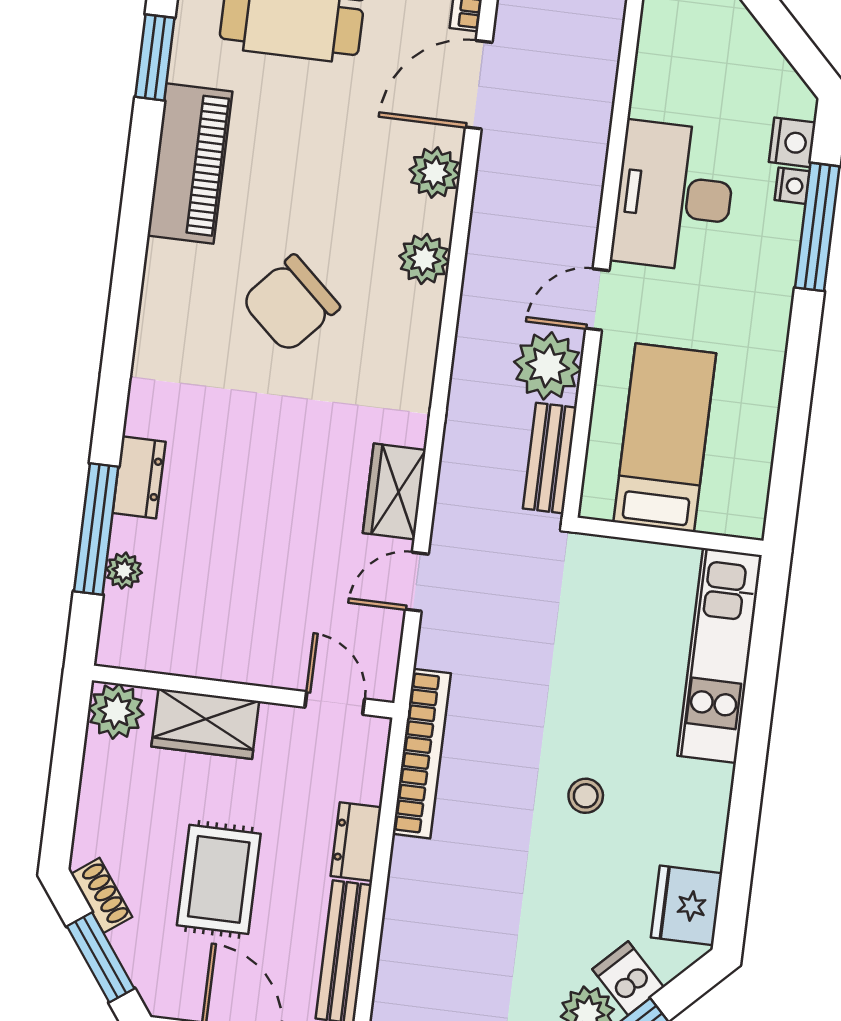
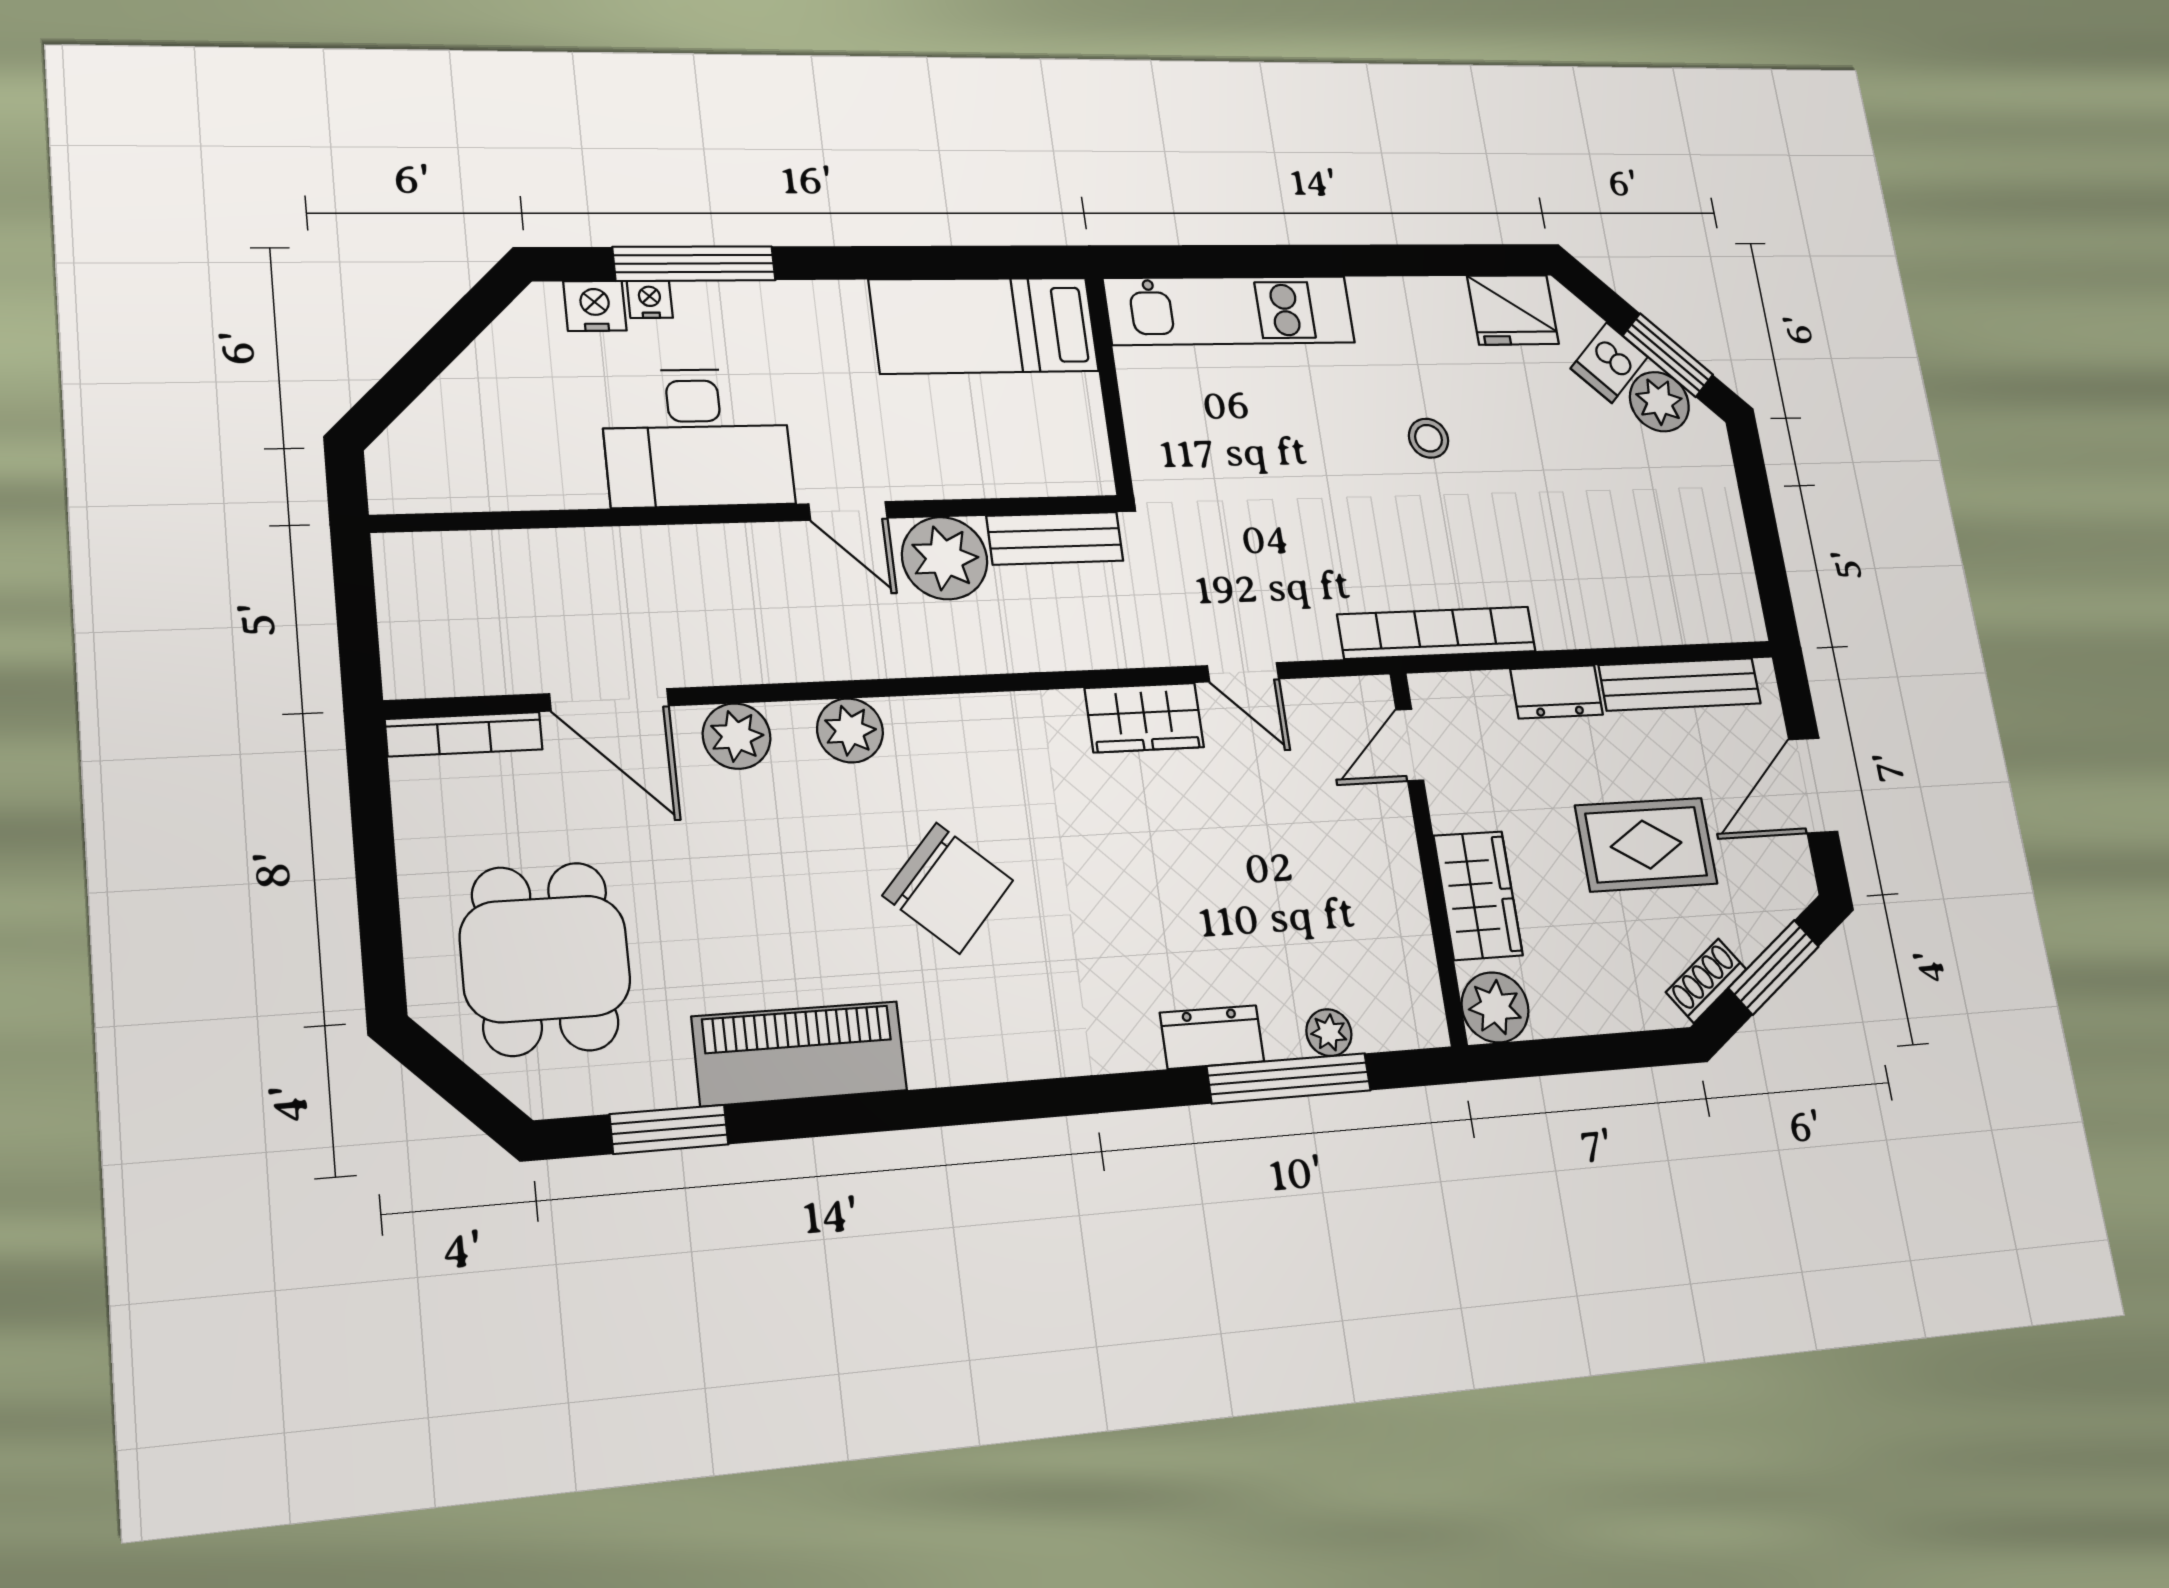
bed: (665, 438) -> (984, 325), moved

